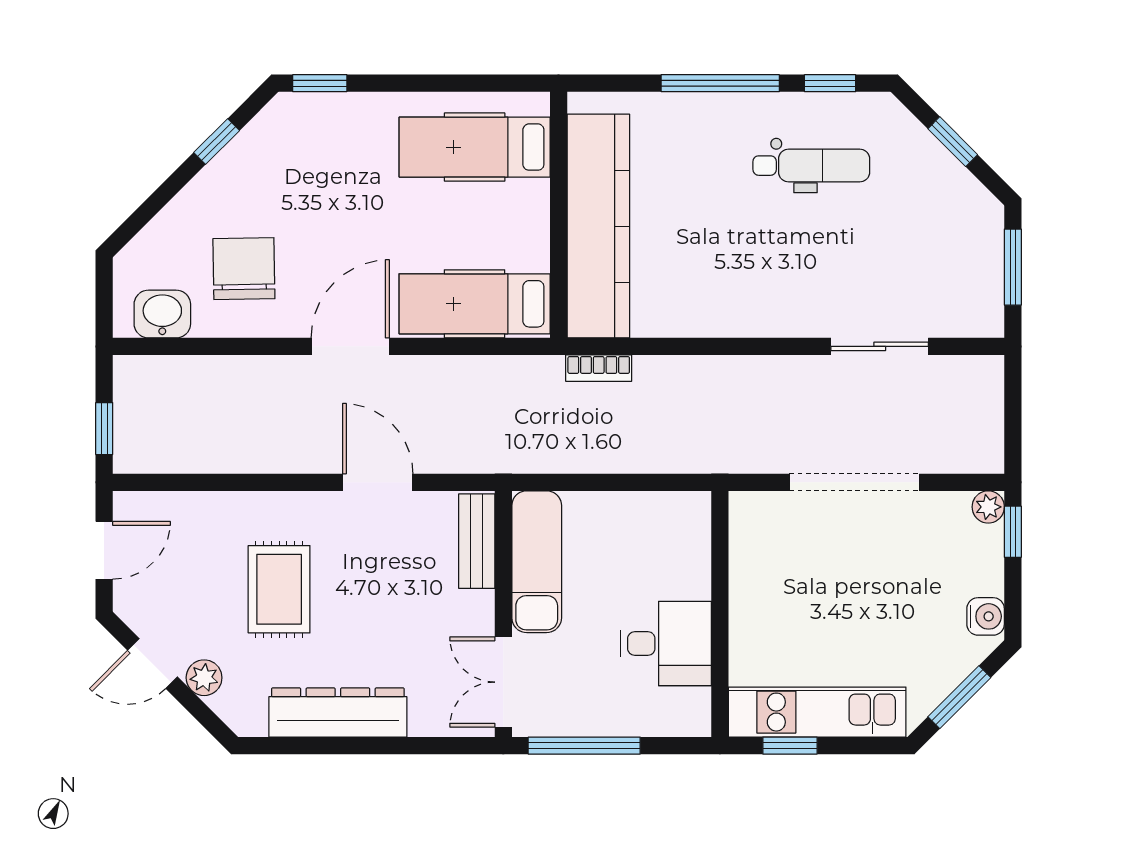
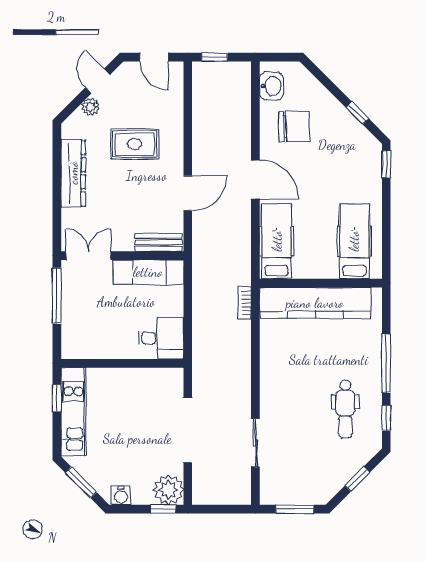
plant: (988, 507) -> (168, 490), width x1.88, depth x1.88
desk: (666, 644) -> (161, 338), moved, turned -90

